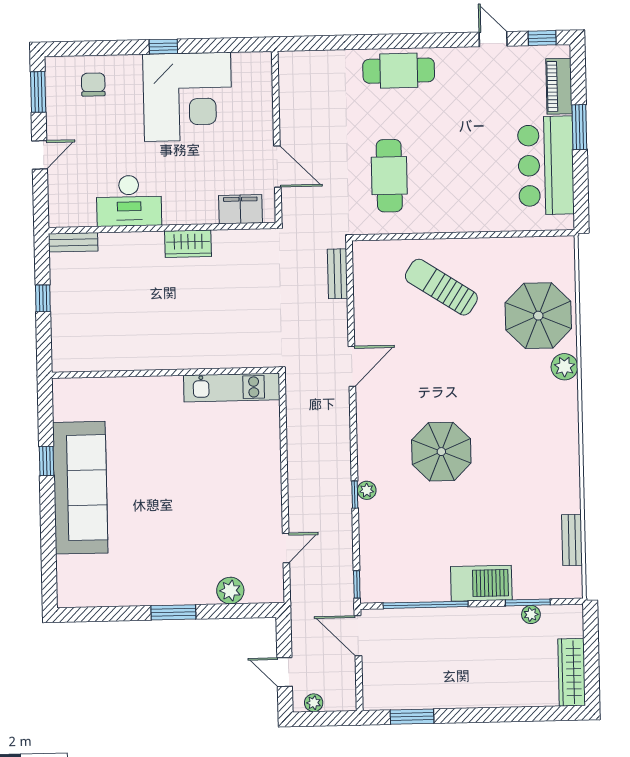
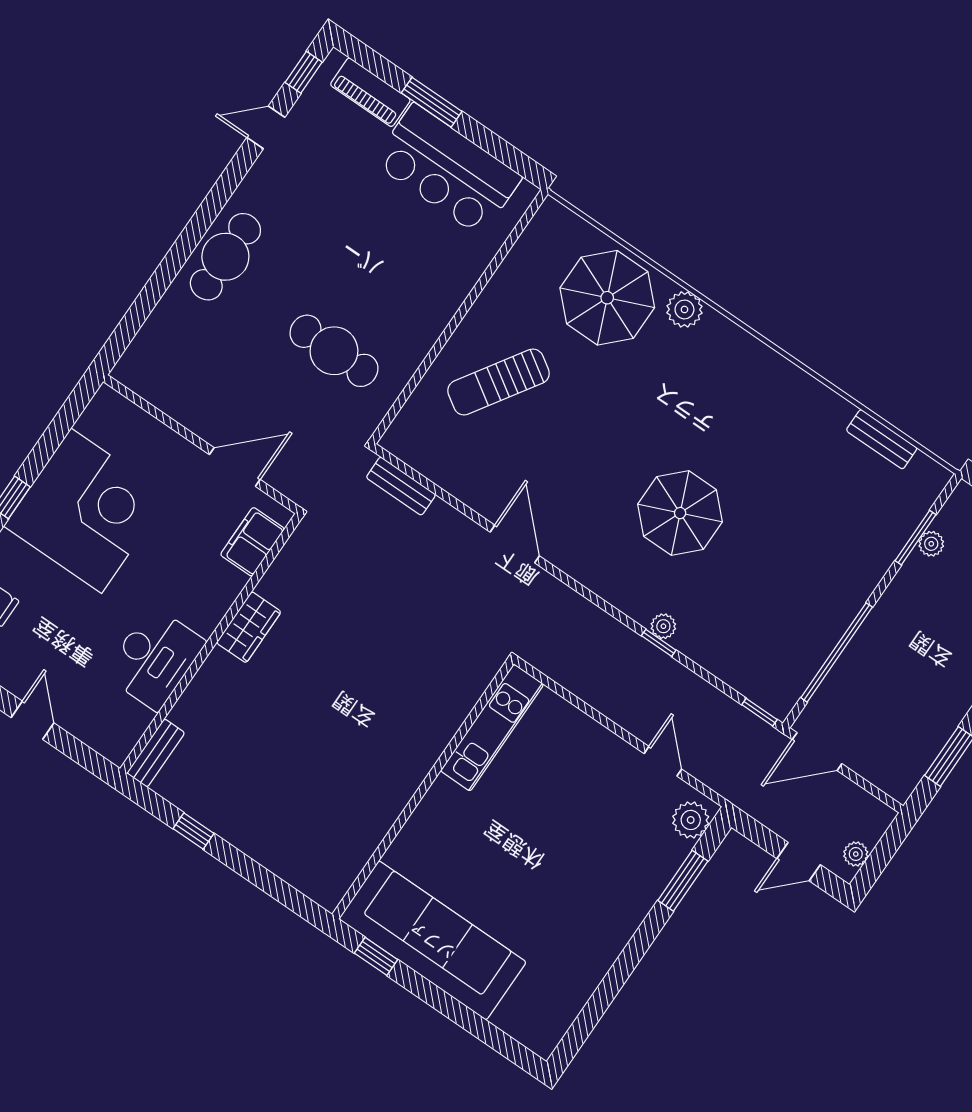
wall: (165, 373) -> (423, 789), moved
kitchen unit: (232, 387) -> (492, 728), moved
barbecue: (481, 583) -> (857, 574), removed
plant: (230, 591) -> (691, 820), moved
window: (173, 612) -> (683, 881), moved

